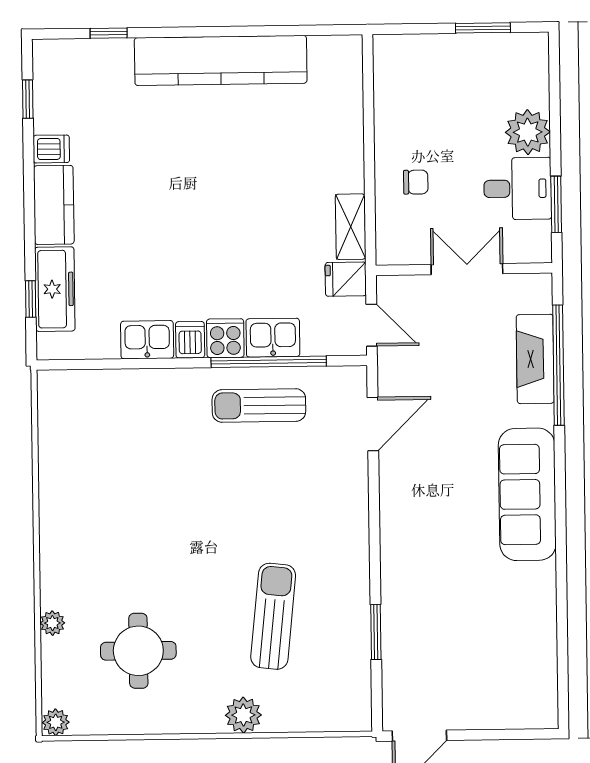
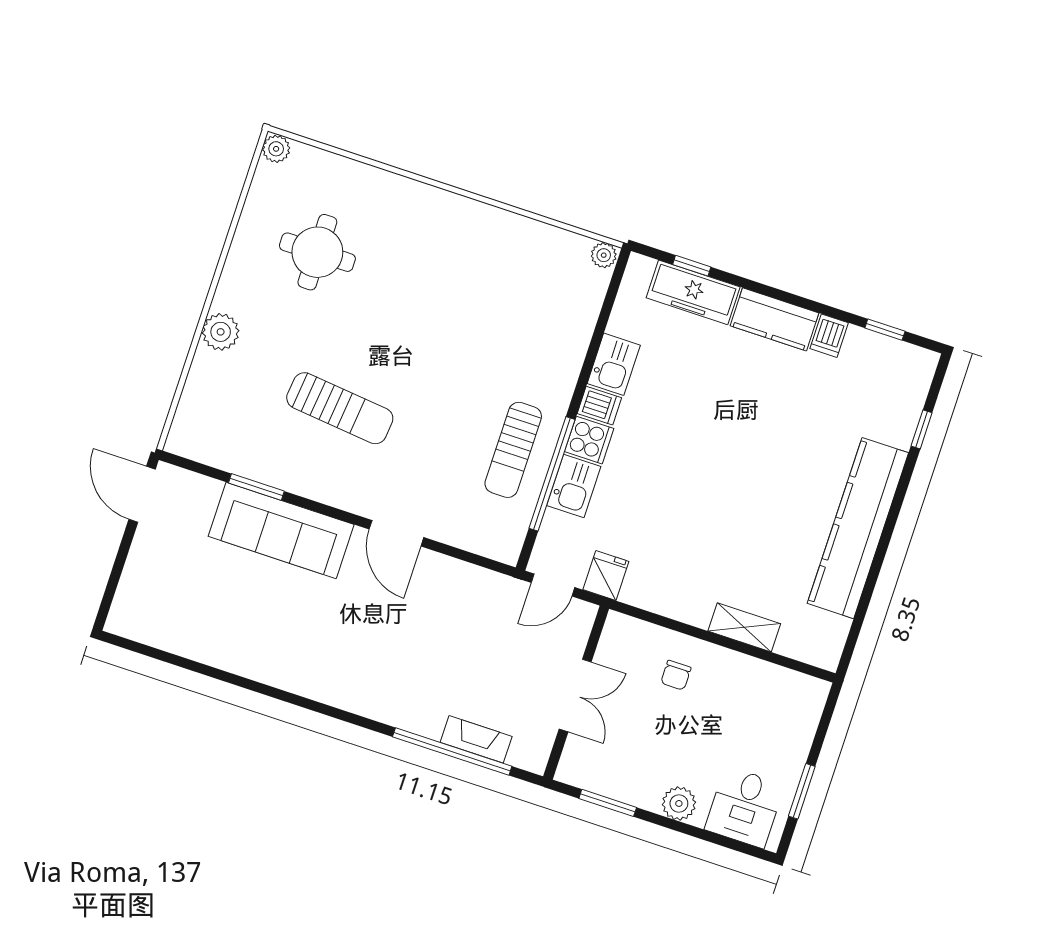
plant: (528, 132) -> (679, 803), width x0.73, depth x0.73
desk: (518, 189) -> (745, 807), moved
shelving: (351, 227) -> (744, 627), moved
fireplace: (535, 359) -> (476, 739), width x0.73, depth x0.76
sun lounger: (259, 405) -> (513, 450), turned 180
door: (373, 424) -> (396, 533), moved
sofa: (527, 494) -> (281, 530), moved, turned 180
sun lounger: (273, 616) -> (340, 408), moved
plant: (52, 623) -> (604, 255), moved

